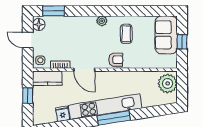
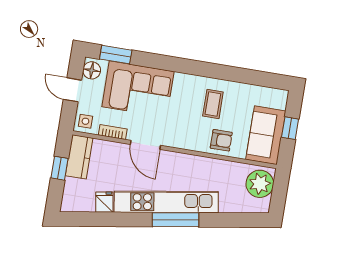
plant: (102, 21) -> (181, 80), removed
corner sofa: (73, 32) -> (138, 89), added
sofa: (166, 35) -> (266, 135), moved
armchair: (116, 60) -> (221, 140), moved
kitchen counter: (47, 78) -> (79, 157), moved, turned -90

